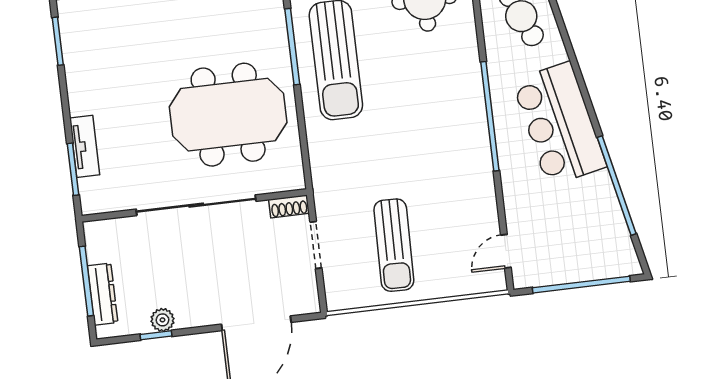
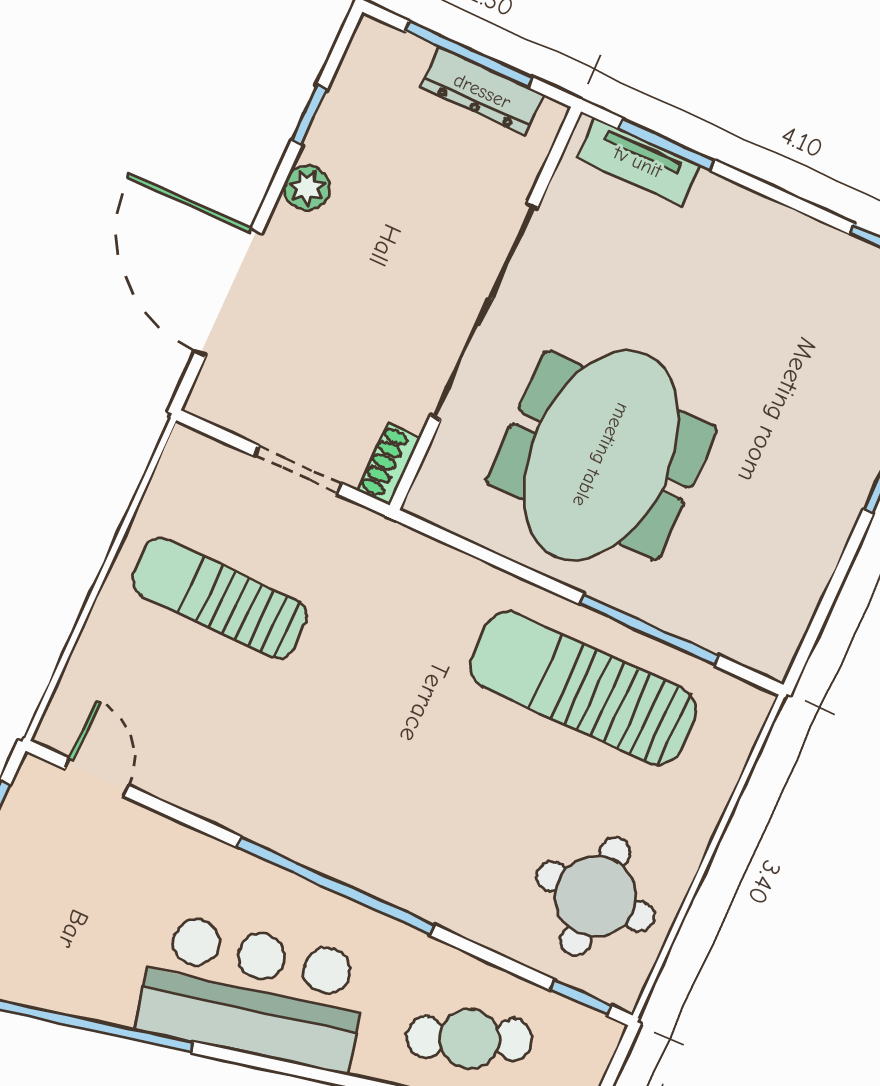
tv unit: (85, 146) -> (638, 162), moved
dresser: (103, 294) -> (482, 91), moved
plant: (162, 320) -> (307, 188), moved

